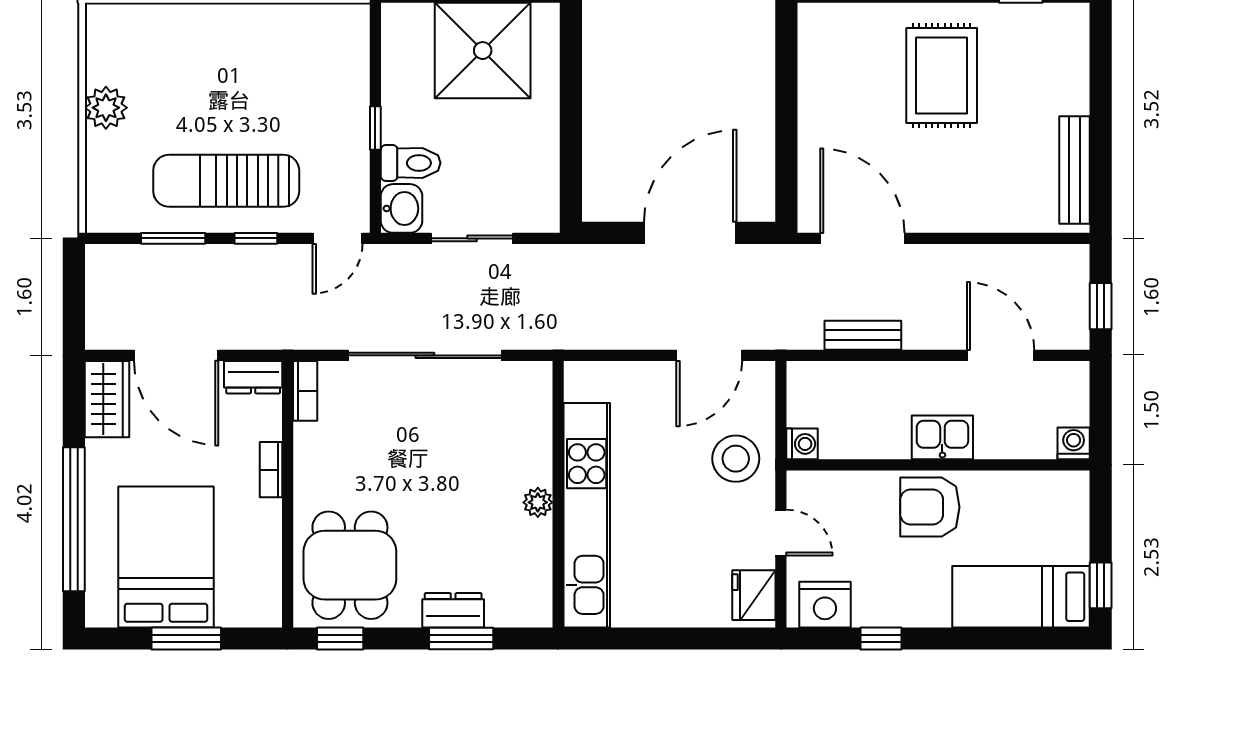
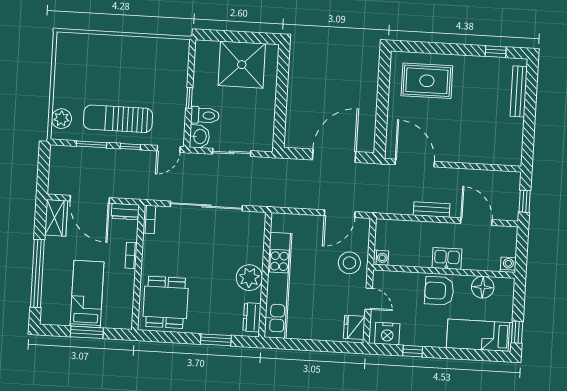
rug: (942, 75) -> (427, 81), moved, turned 90
plant: (106, 108) -> (61, 119), moved
bench: (1075, 170) -> (519, 91), moved
bench: (863, 335) -> (432, 210), moved
floor lamp: (1022, 494) -> (483, 287), added
plant: (538, 502) -> (249, 278), width x1.87, depth x1.87
bed: (166, 557) -> (87, 294), width x0.67
dresser: (453, 610) -> (252, 317), moved, turned -90
window: (340, 639) -> (159, 336), removed

